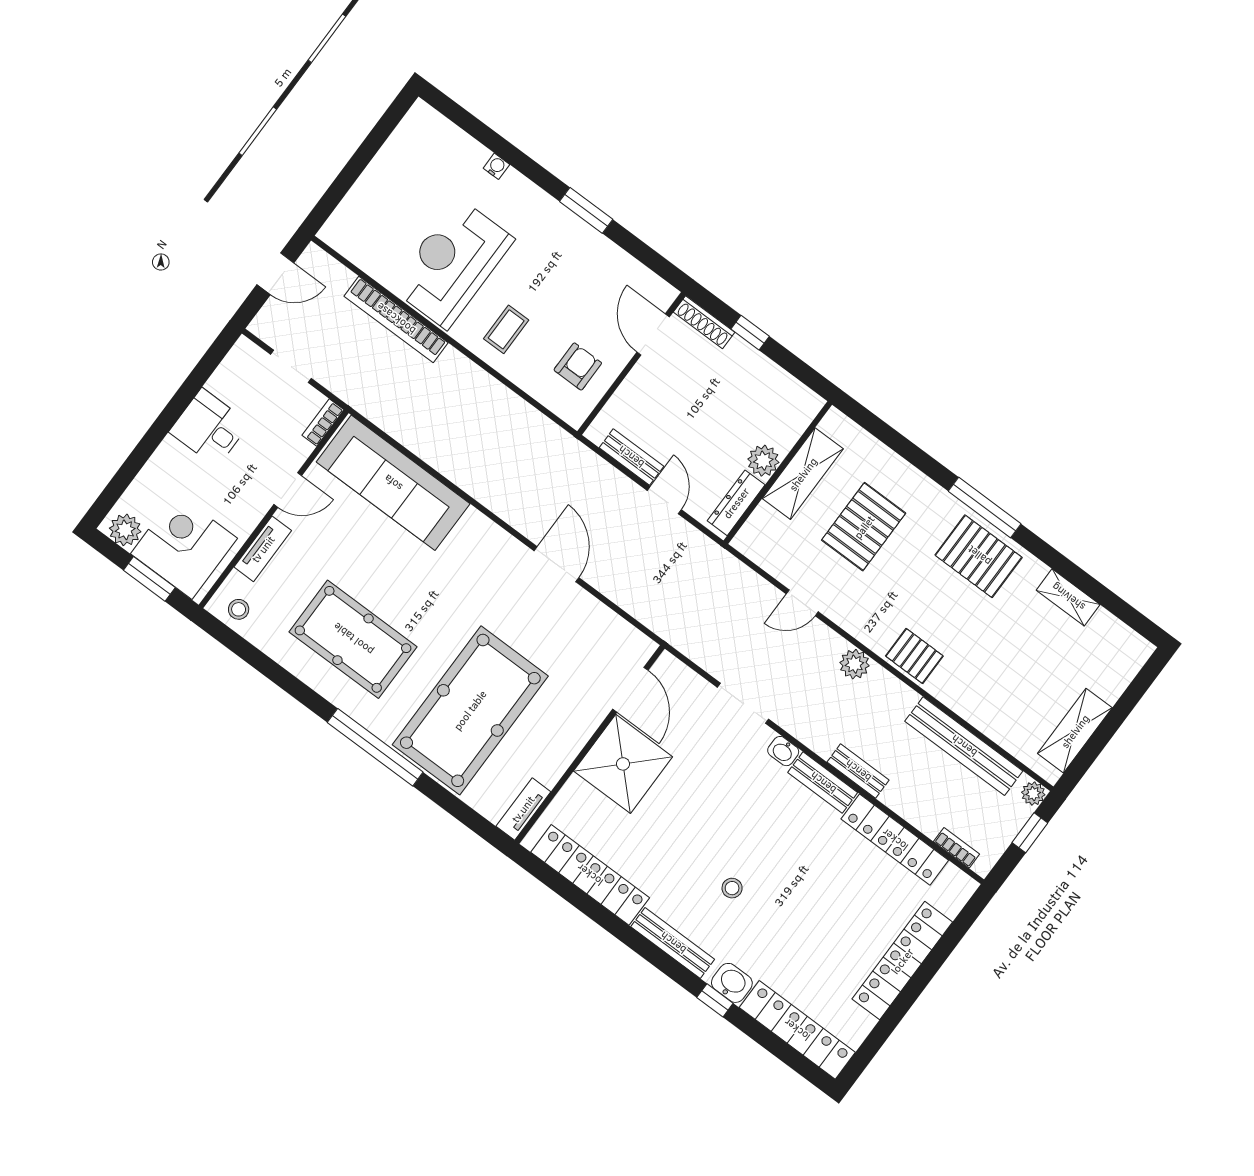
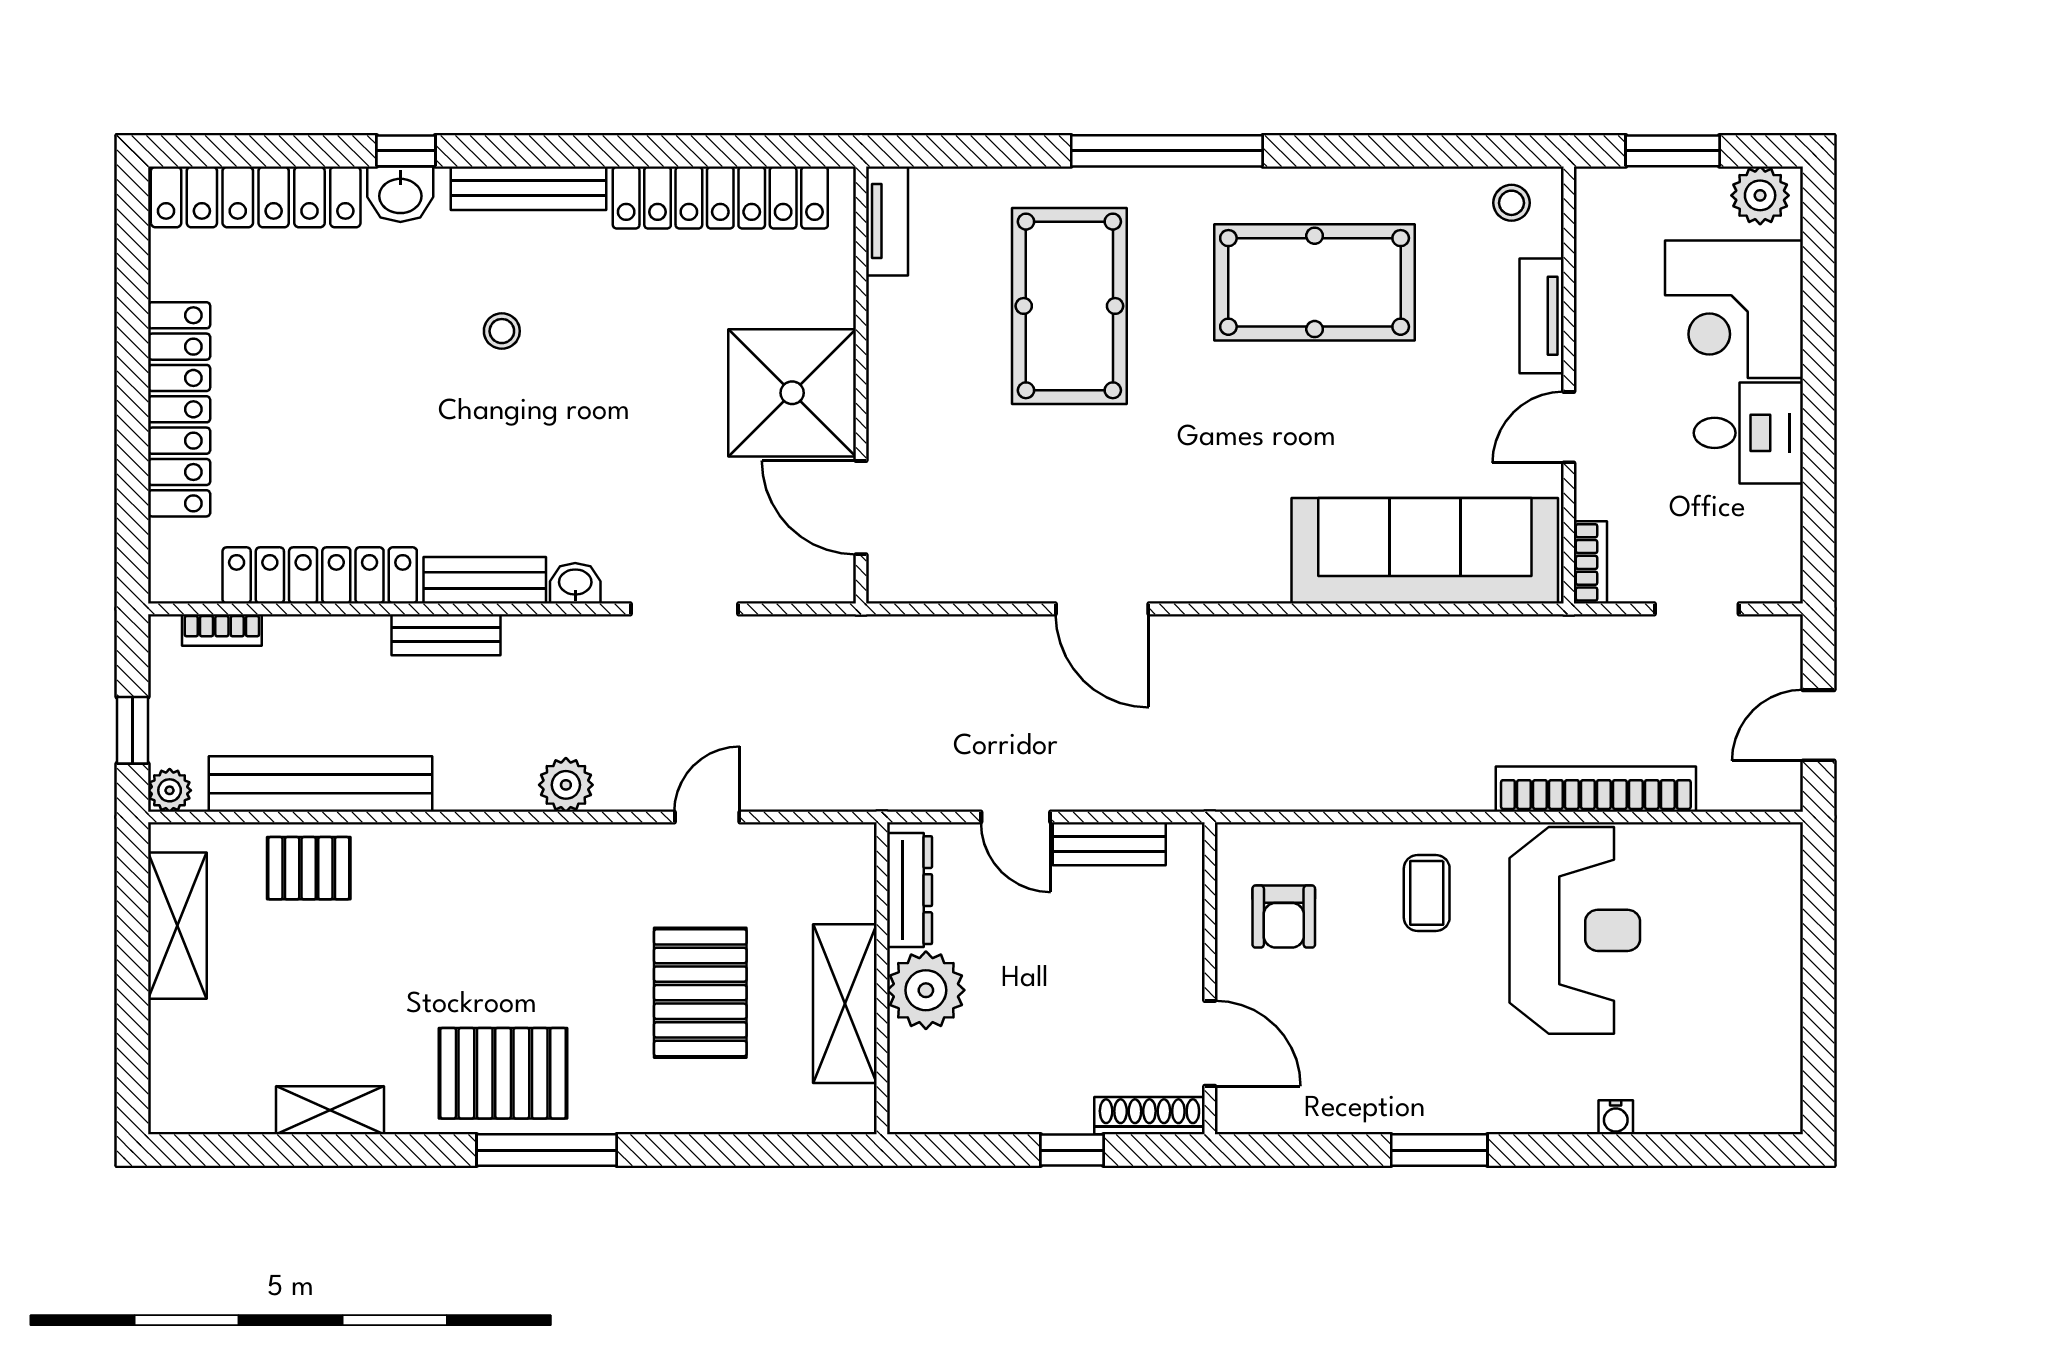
plant: (763, 461) -> (926, 990), width x1.36, depth x1.36
corner desk: (184, 546) -> (1734, 309), moved, turned 90
pallet: (914, 656) -> (309, 868), moved
pool table: (470, 710) -> (1069, 306), width x0.73, depth x0.76

